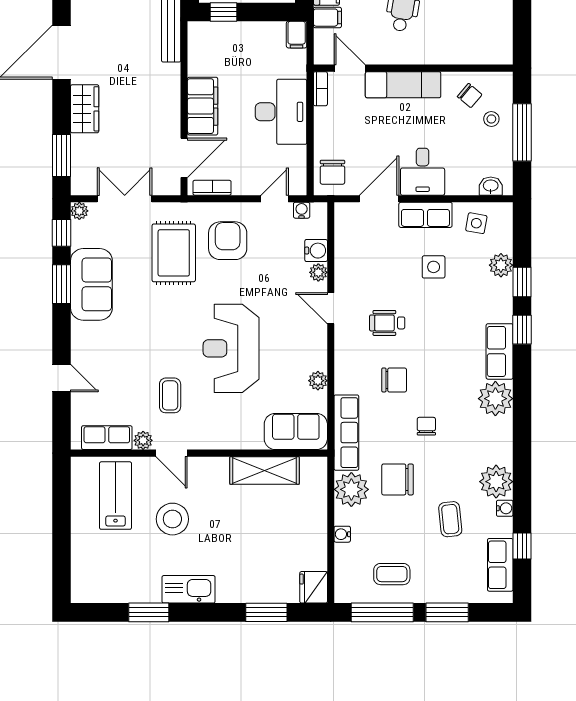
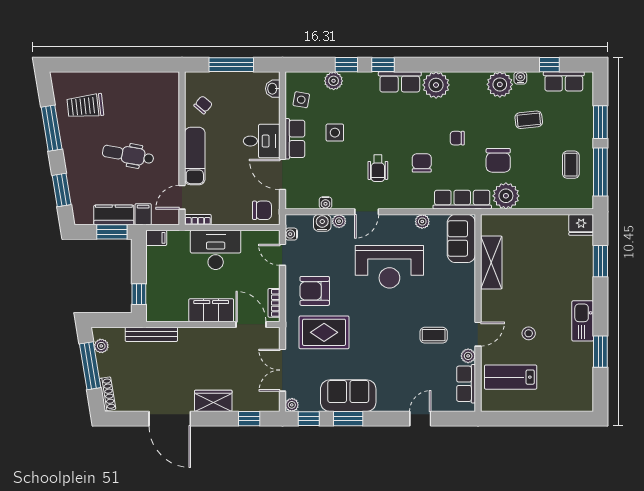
stool: (491, 119) -> (221, 88), removed
window: (61, 155) -> (249, 419), width x0.67
reception desk: (231, 348) -> (389, 267), moved
stool: (172, 519) -> (529, 333), width x0.53, depth x0.53
water cooler: (342, 534) -> (325, 203), moved

